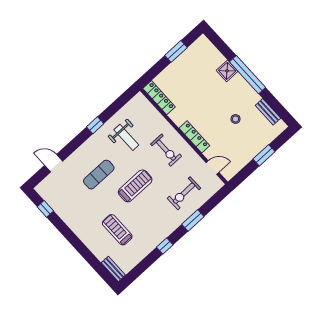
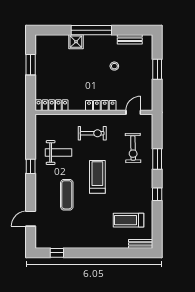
treadmill: (117, 230) -> (128, 220), moved

